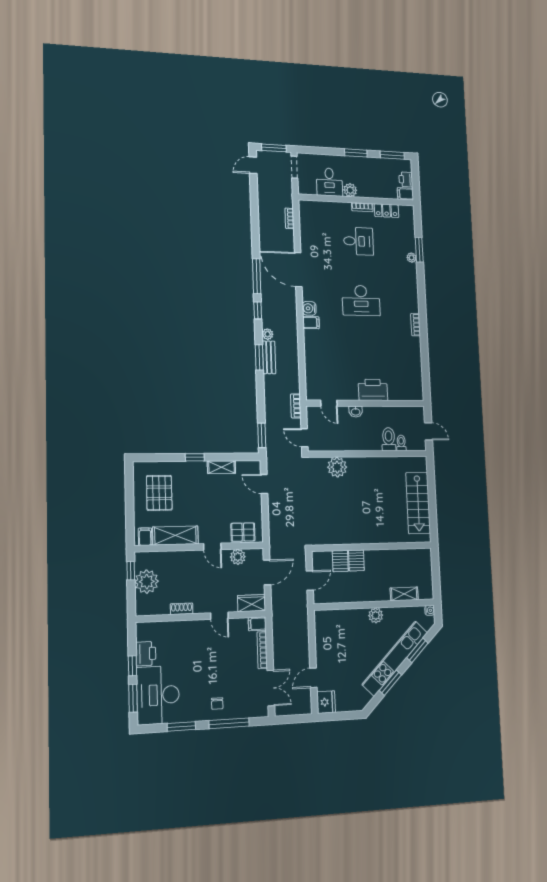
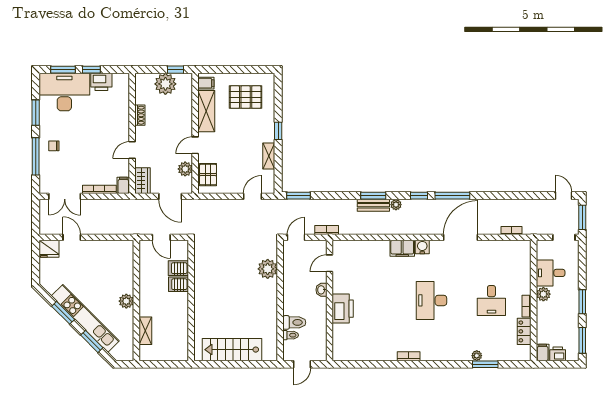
filing cabinet: (311, 323) -> (402, 248), width x2.00
water cooler: (430, 610) -> (129, 356), removed

